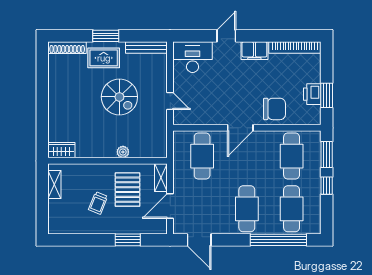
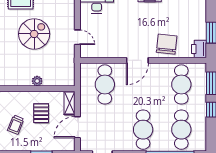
printer: (312, 94) -> (199, 49), moved
spiral stairs: (119, 97) -> (34, 34), turned -90
chair: (274, 109) -> (167, 44), turned -84
pallet: (127, 190) -> (41, 113), width x0.67, depth x0.71

